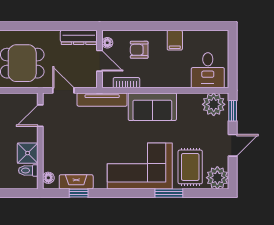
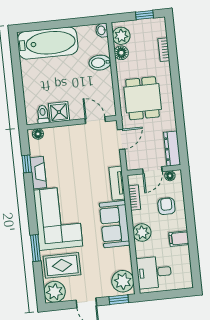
plant: (164, 79) -> (142, 233), added
tv unit: (102, 100) -> (117, 183), width x0.71
fireplace: (76, 182) -> (38, 173), moved

